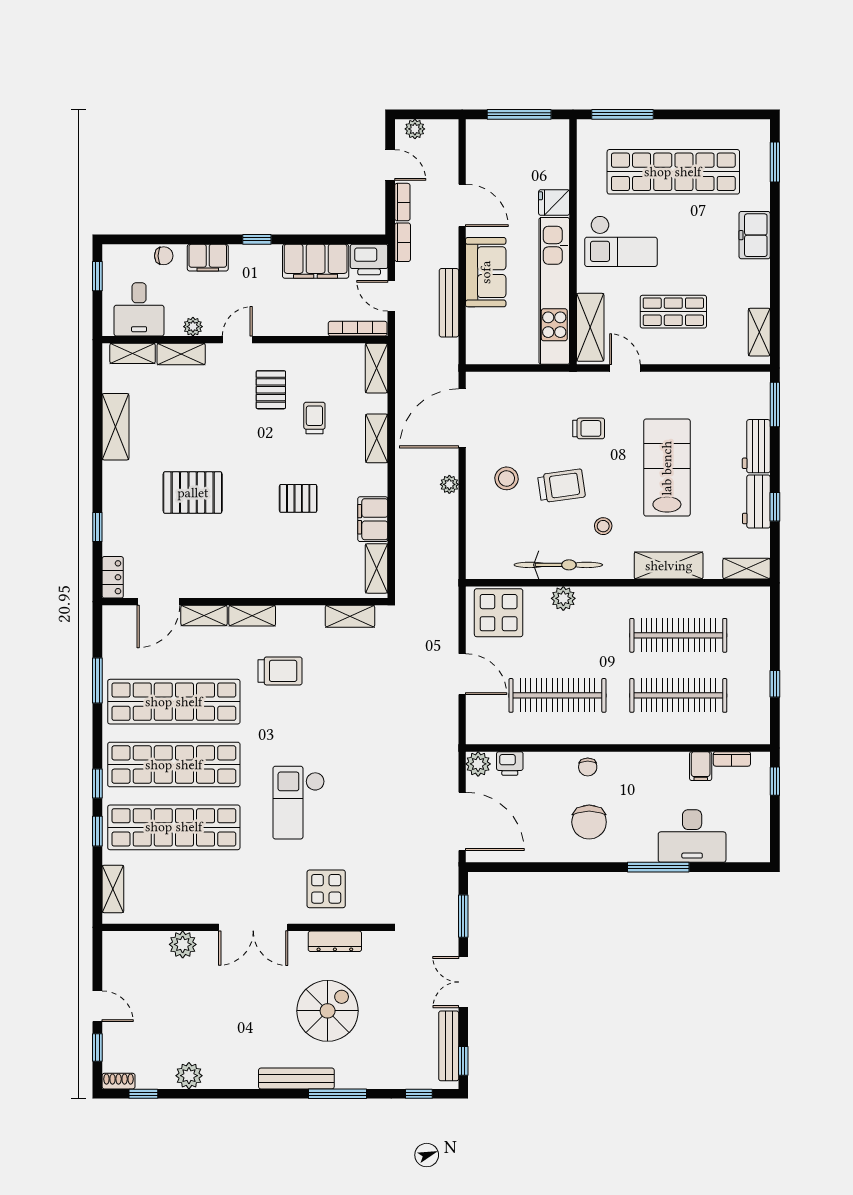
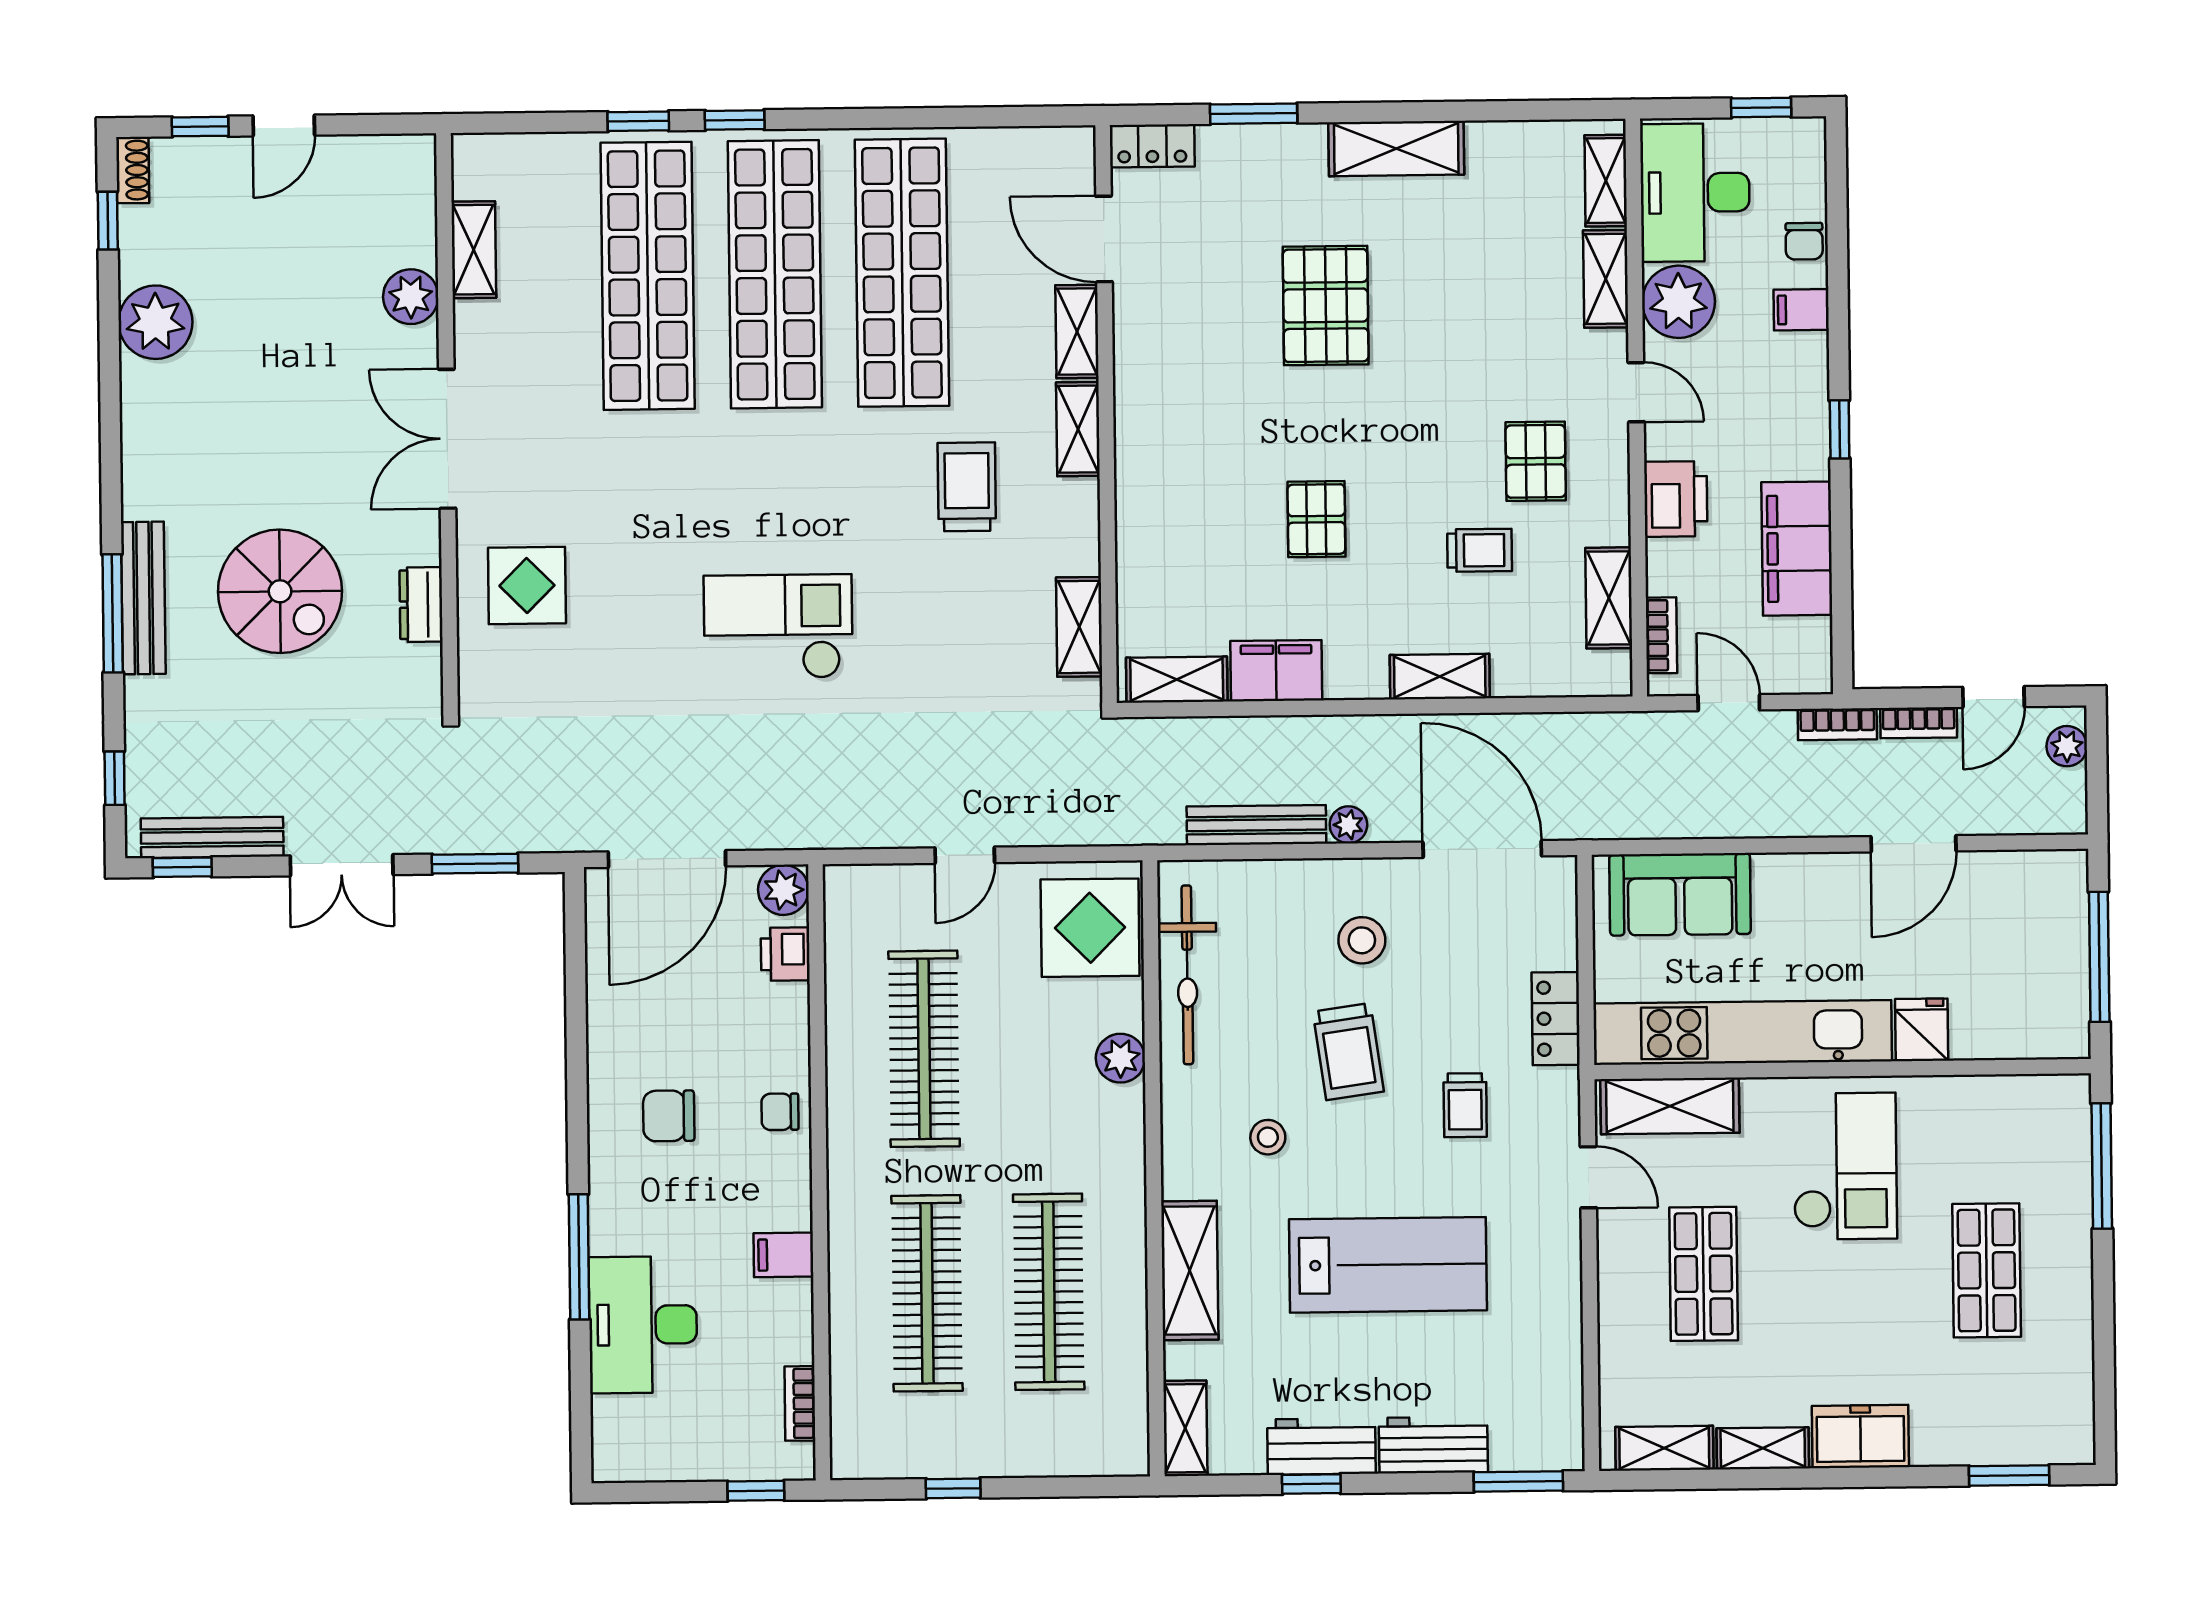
shop shelf: (673, 172) -> (1987, 1270), width x0.50, depth x0.74
checkout: (621, 241) -> (1845, 1166), turned 180
filing cabinet: (208, 258) -> (1801, 310), width x0.50
printer: (369, 260) -> (1676, 499), moved, turned 180
sofa: (486, 272) -> (1680, 894), moved
shelving: (760, 283) -> (1763, 1448), added
door: (391, 296) -> (1729, 703), hinge flipped
bench: (449, 303) -> (1256, 825), moved
desk: (139, 309) -> (1695, 193), width x1.37
plant: (193, 327) -> (1678, 302), width x1.87, depth x1.87
bookcase: (358, 329) -> (1661, 635), width x0.64
shelving: (377, 368) -> (1609, 598), moved, turned 90
door: (625, 368) -> (1588, 1177), hinge flipped
locker: (546, 383) -> (1556, 1019), added
pallet: (271, 390) -> (1536, 461), turned 90
shelving: (116, 427) -> (1396, 149), moved
window: (97, 527) -> (1254, 114), width x1.50
bicycle: (558, 565) -> (1187, 975), moved
trolley: (280, 671) -> (967, 487), turned 180
door: (462, 674) -> (965, 855), width x0.73
window: (97, 680) -> (943, 118), removed
filing cabinet: (701, 766) -> (783, 1255), moved
checkout: (299, 803) -> (778, 627), moved
chair: (589, 822) -> (669, 1116), width x0.73, depth x0.73
shelving: (113, 889) -> (474, 250), moved, turned 90
dresser: (335, 941) -> (421, 604), width x0.70
double door: (463, 982) -> (342, 865), swing flipped
plant: (189, 1076) -> (155, 322), width x1.36, depth x1.36
bench: (296, 1078) -> (143, 598), moved

